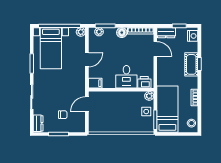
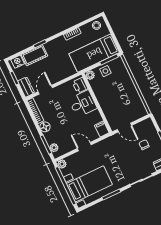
cot: (191, 64) -> (34, 55), moved

